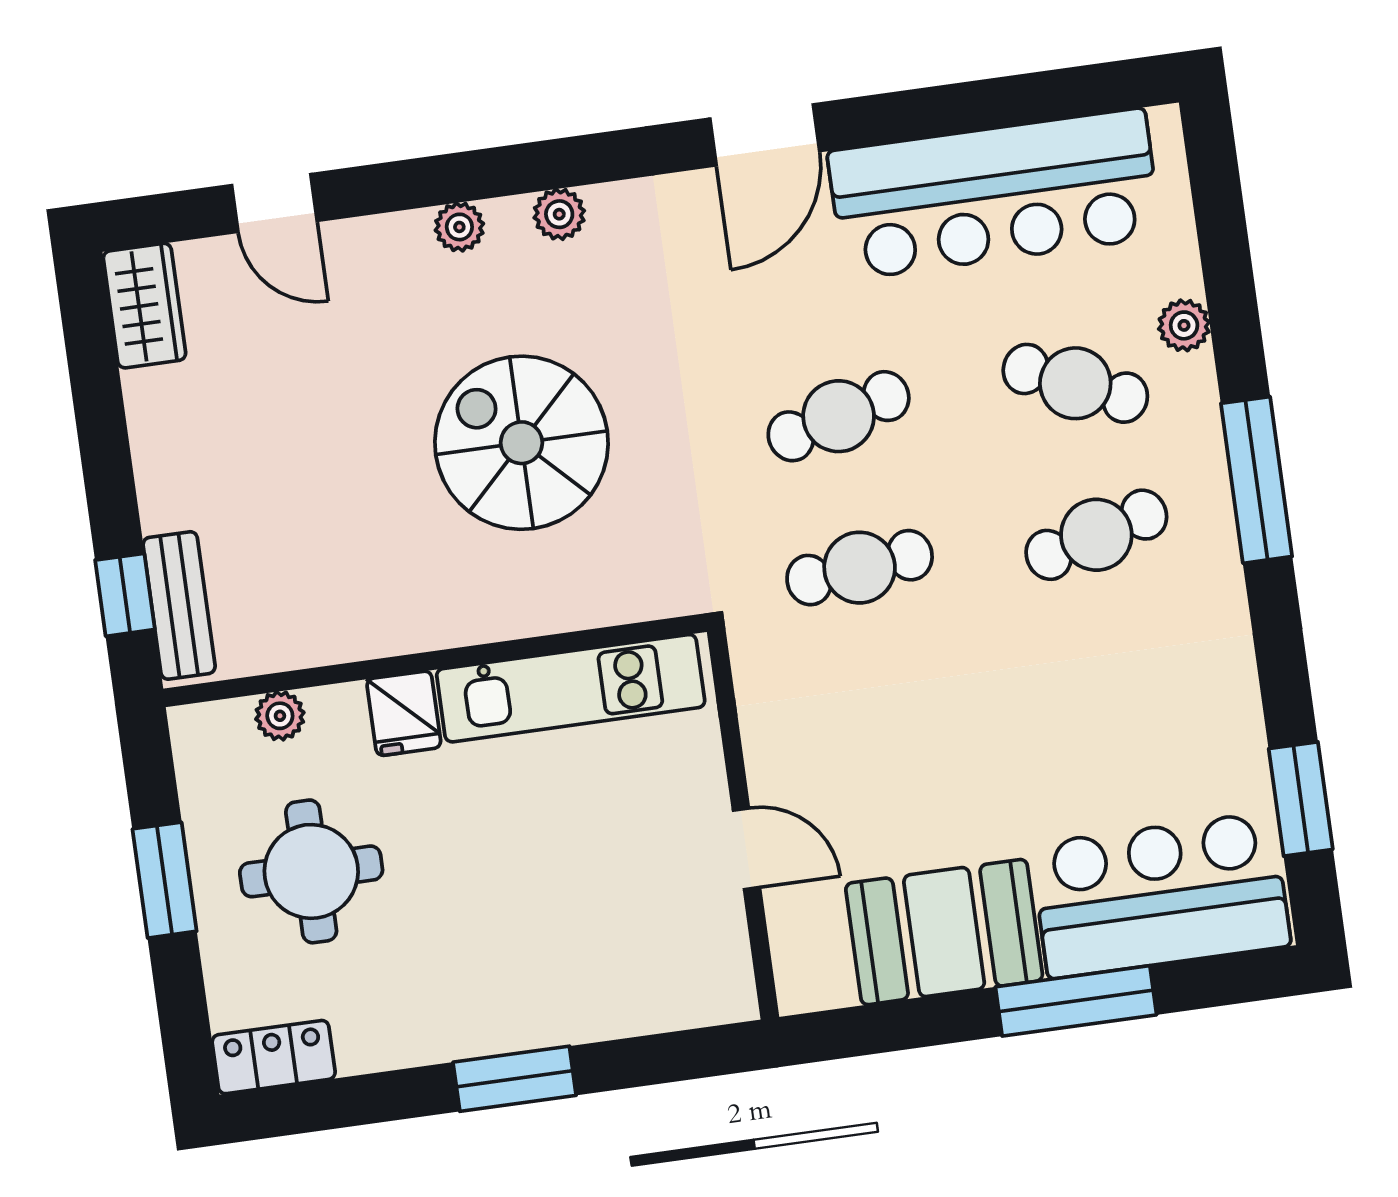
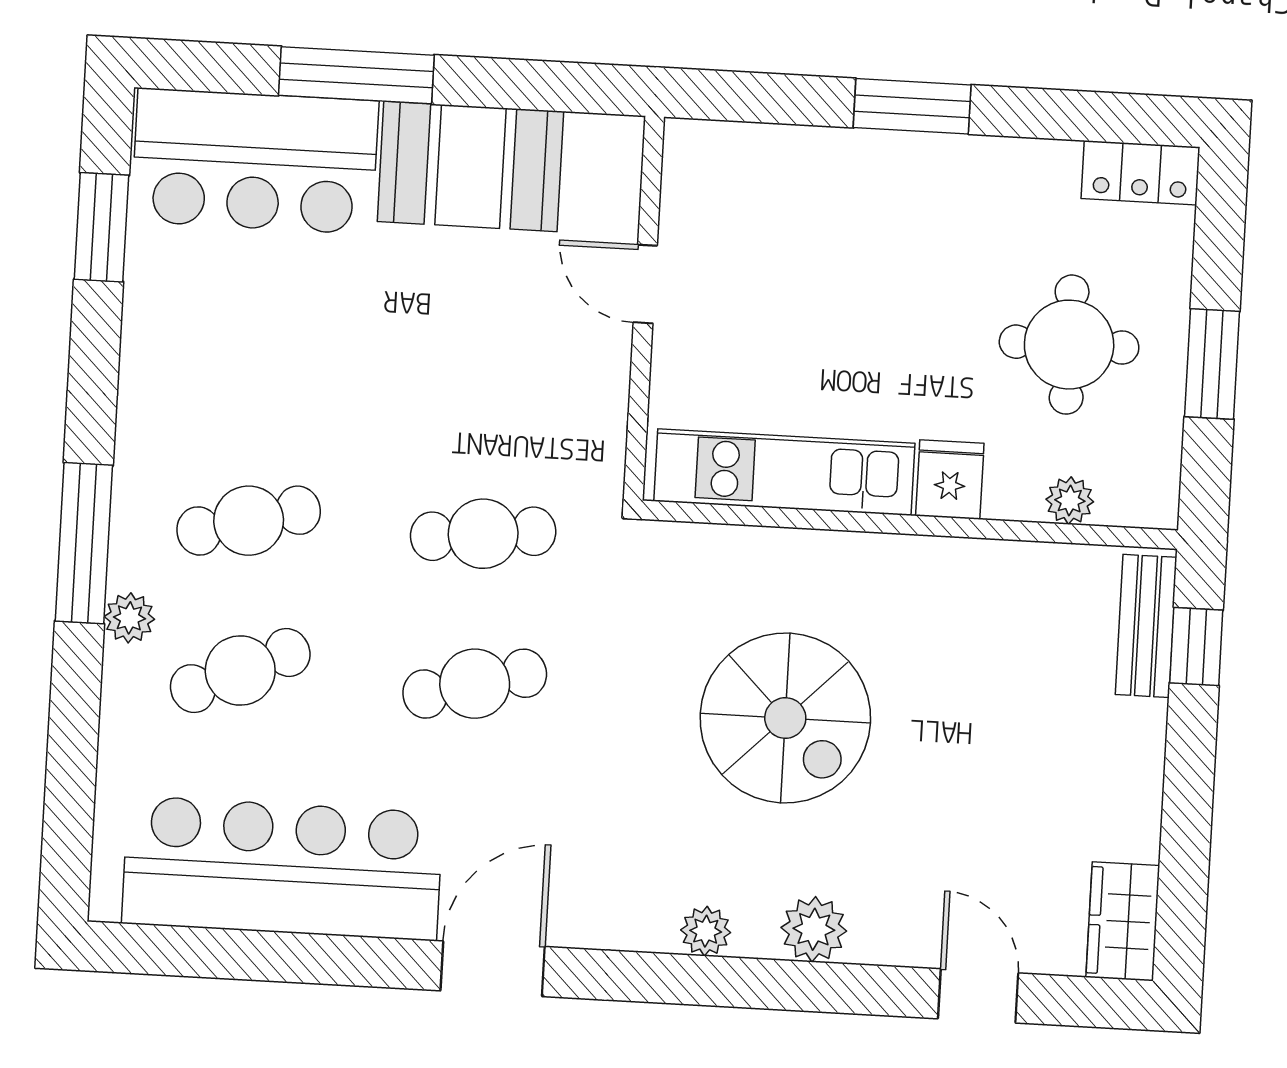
plant: (459, 227) -> (814, 929), width x1.38, depth x1.38
plant: (1184, 325) -> (129, 618), moved
cafe table: (1075, 383) -> (240, 671), turned -48

